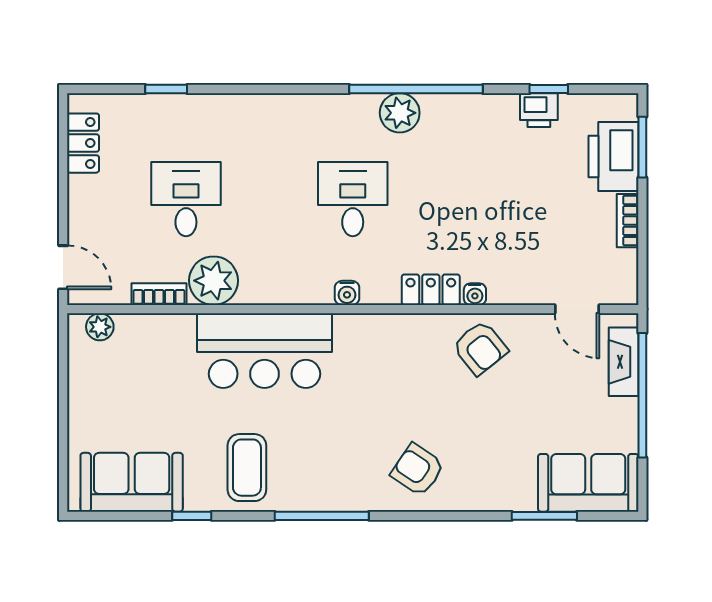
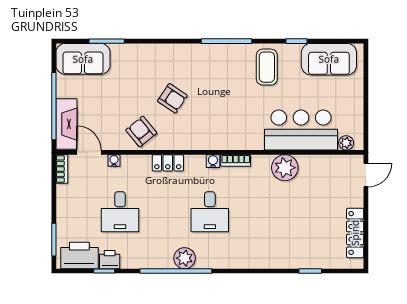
locker: (83, 143) -> (355, 233), width x1.53
printer: (613, 156) -> (79, 255), moved, turned -90
desk: (186, 199) -> (120, 212), moved
bookcase: (628, 221) -> (62, 169), moved
door: (63, 267) -> (366, 175), swing flipped
bookcase: (159, 294) -> (236, 160), moved
water cooler: (475, 294) -> (114, 160), moved
bar counter: (265, 351) -> (301, 130), moved
fireplace: (624, 362) -> (66, 124), width x1.37, depth x1.32
armchair: (418, 470) -> (172, 98), moved

